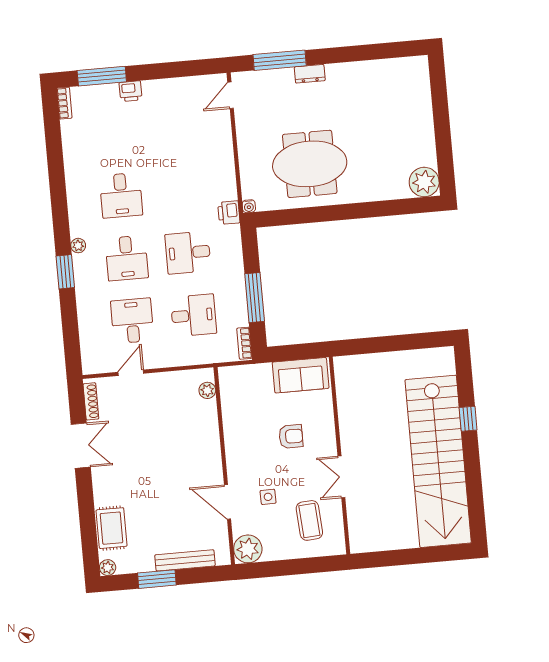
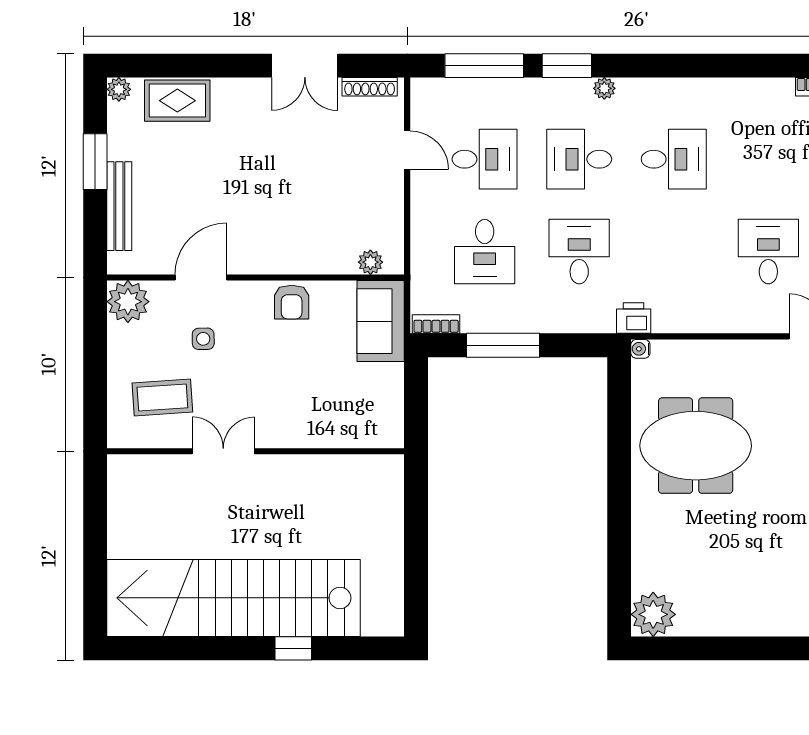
desk: (177, 127) -> (768, 252), added
meeting table: (310, 164) -> (696, 446), turned 90
desk: (121, 195) -> (674, 159), turned 180
window: (70, 327) -> (484, 66), added
sofa: (301, 375) -> (381, 321), moved
armchair: (291, 436) -> (292, 302), moved

